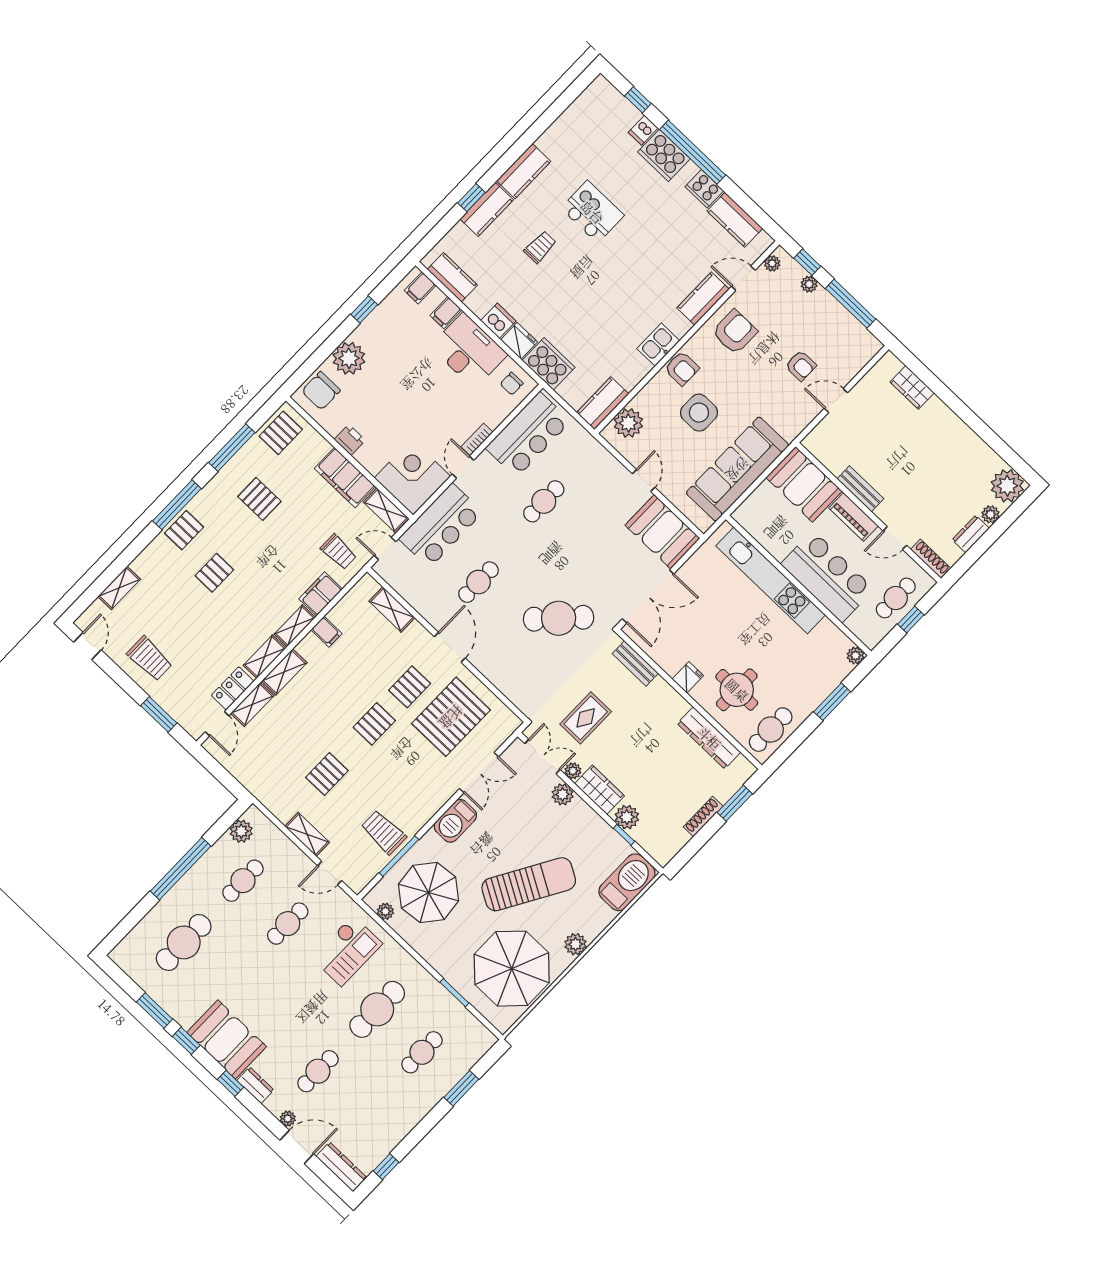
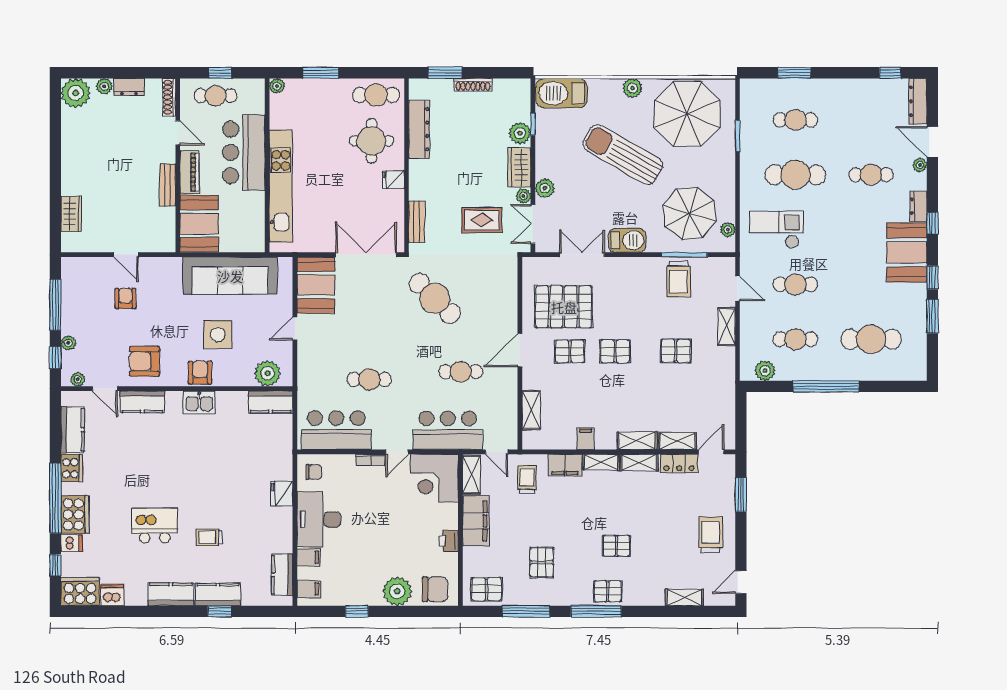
kitchen island: (592, 212) -> (155, 526), turned 90
dishwasher: (498, 321) -> (112, 595), moved, turned 90
cooker: (549, 364) -> (80, 592), moved, turned 90

